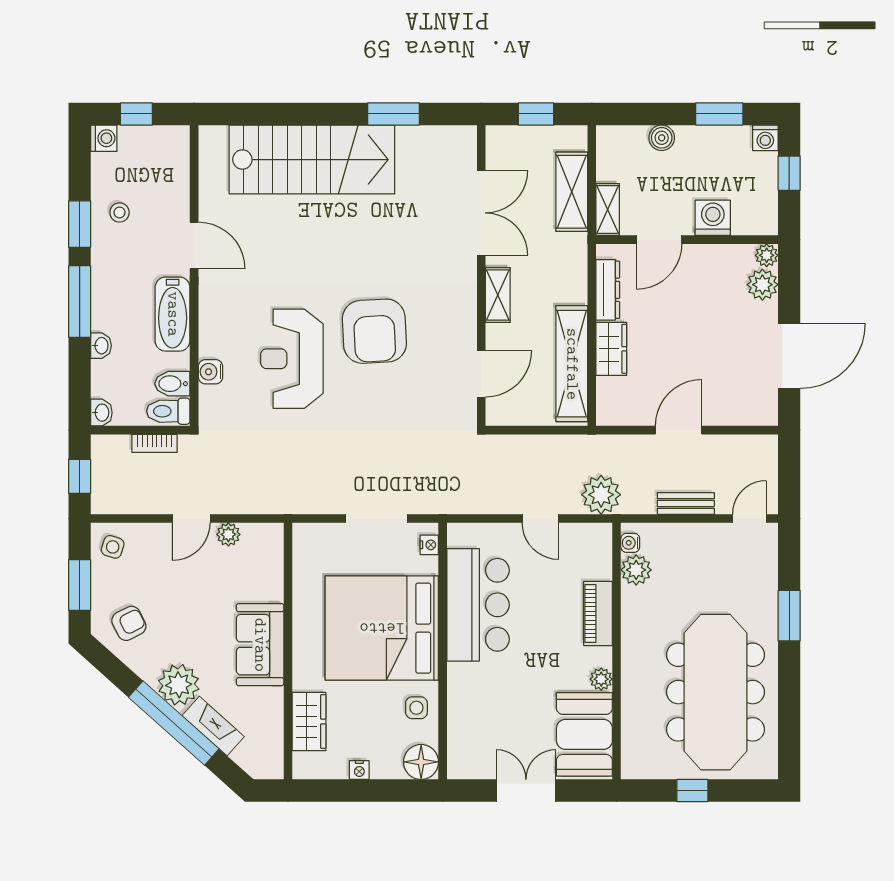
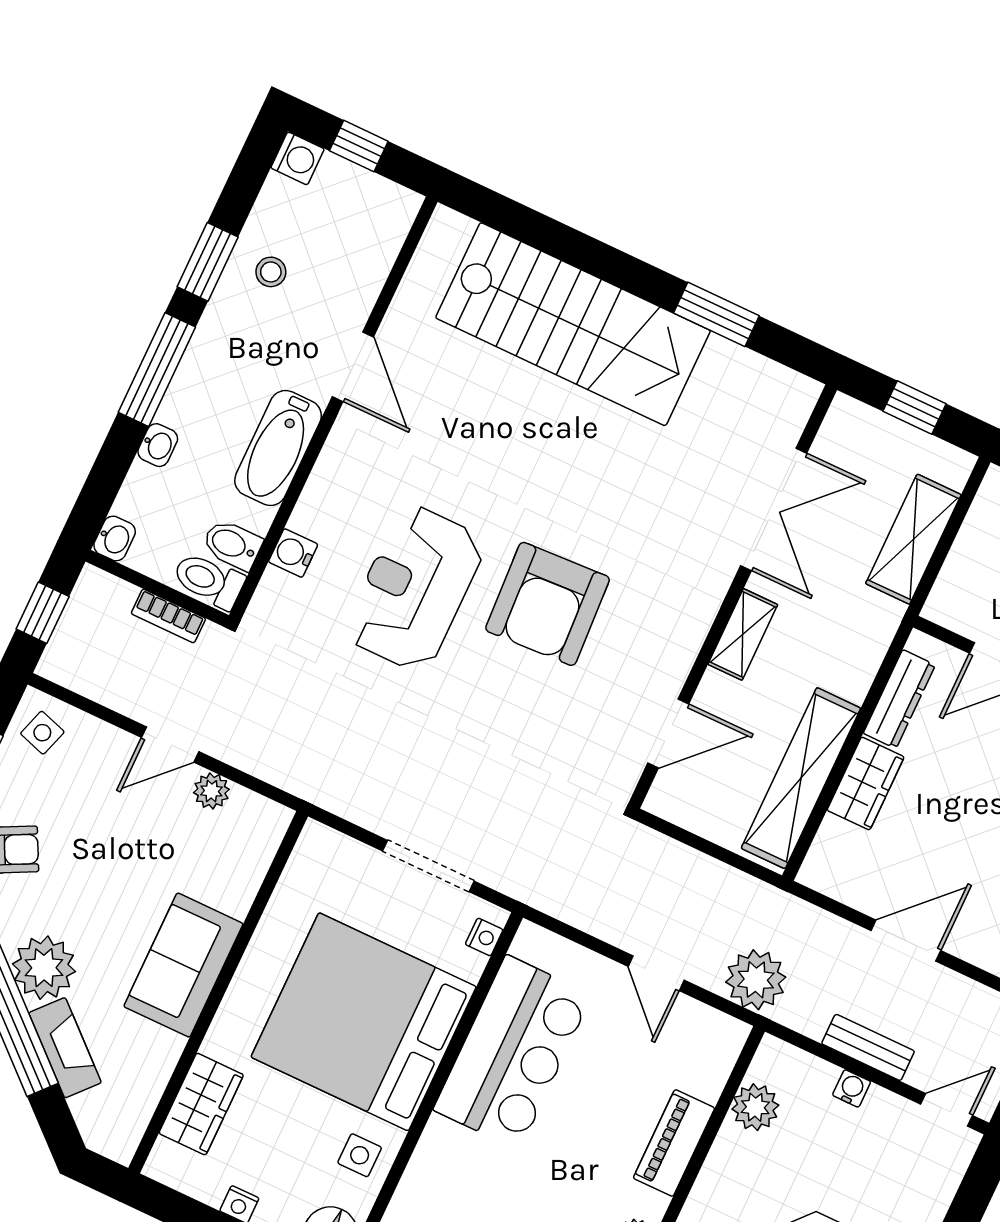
shelving: (608, 210) -> (952, 587), removed
water cooler: (630, 543) -> (852, 1088), moved, turned 90

